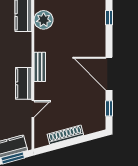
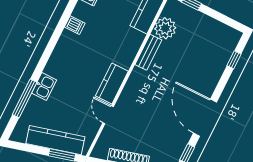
bench: (40, 67) -> (148, 52), moved
door: (33, 109) -> (108, 115), swing flipped

